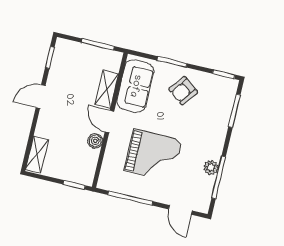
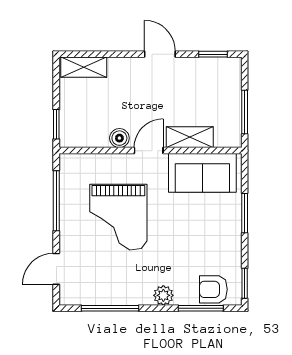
armchair: (183, 91) -> (213, 289), moved, turned -37
plant: (211, 168) -> (163, 295), moved

